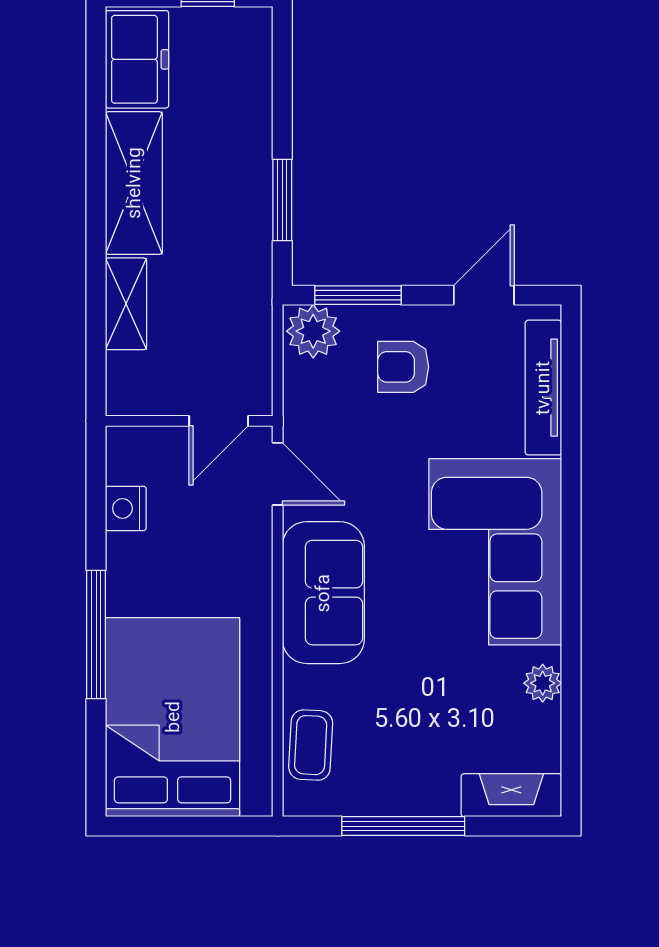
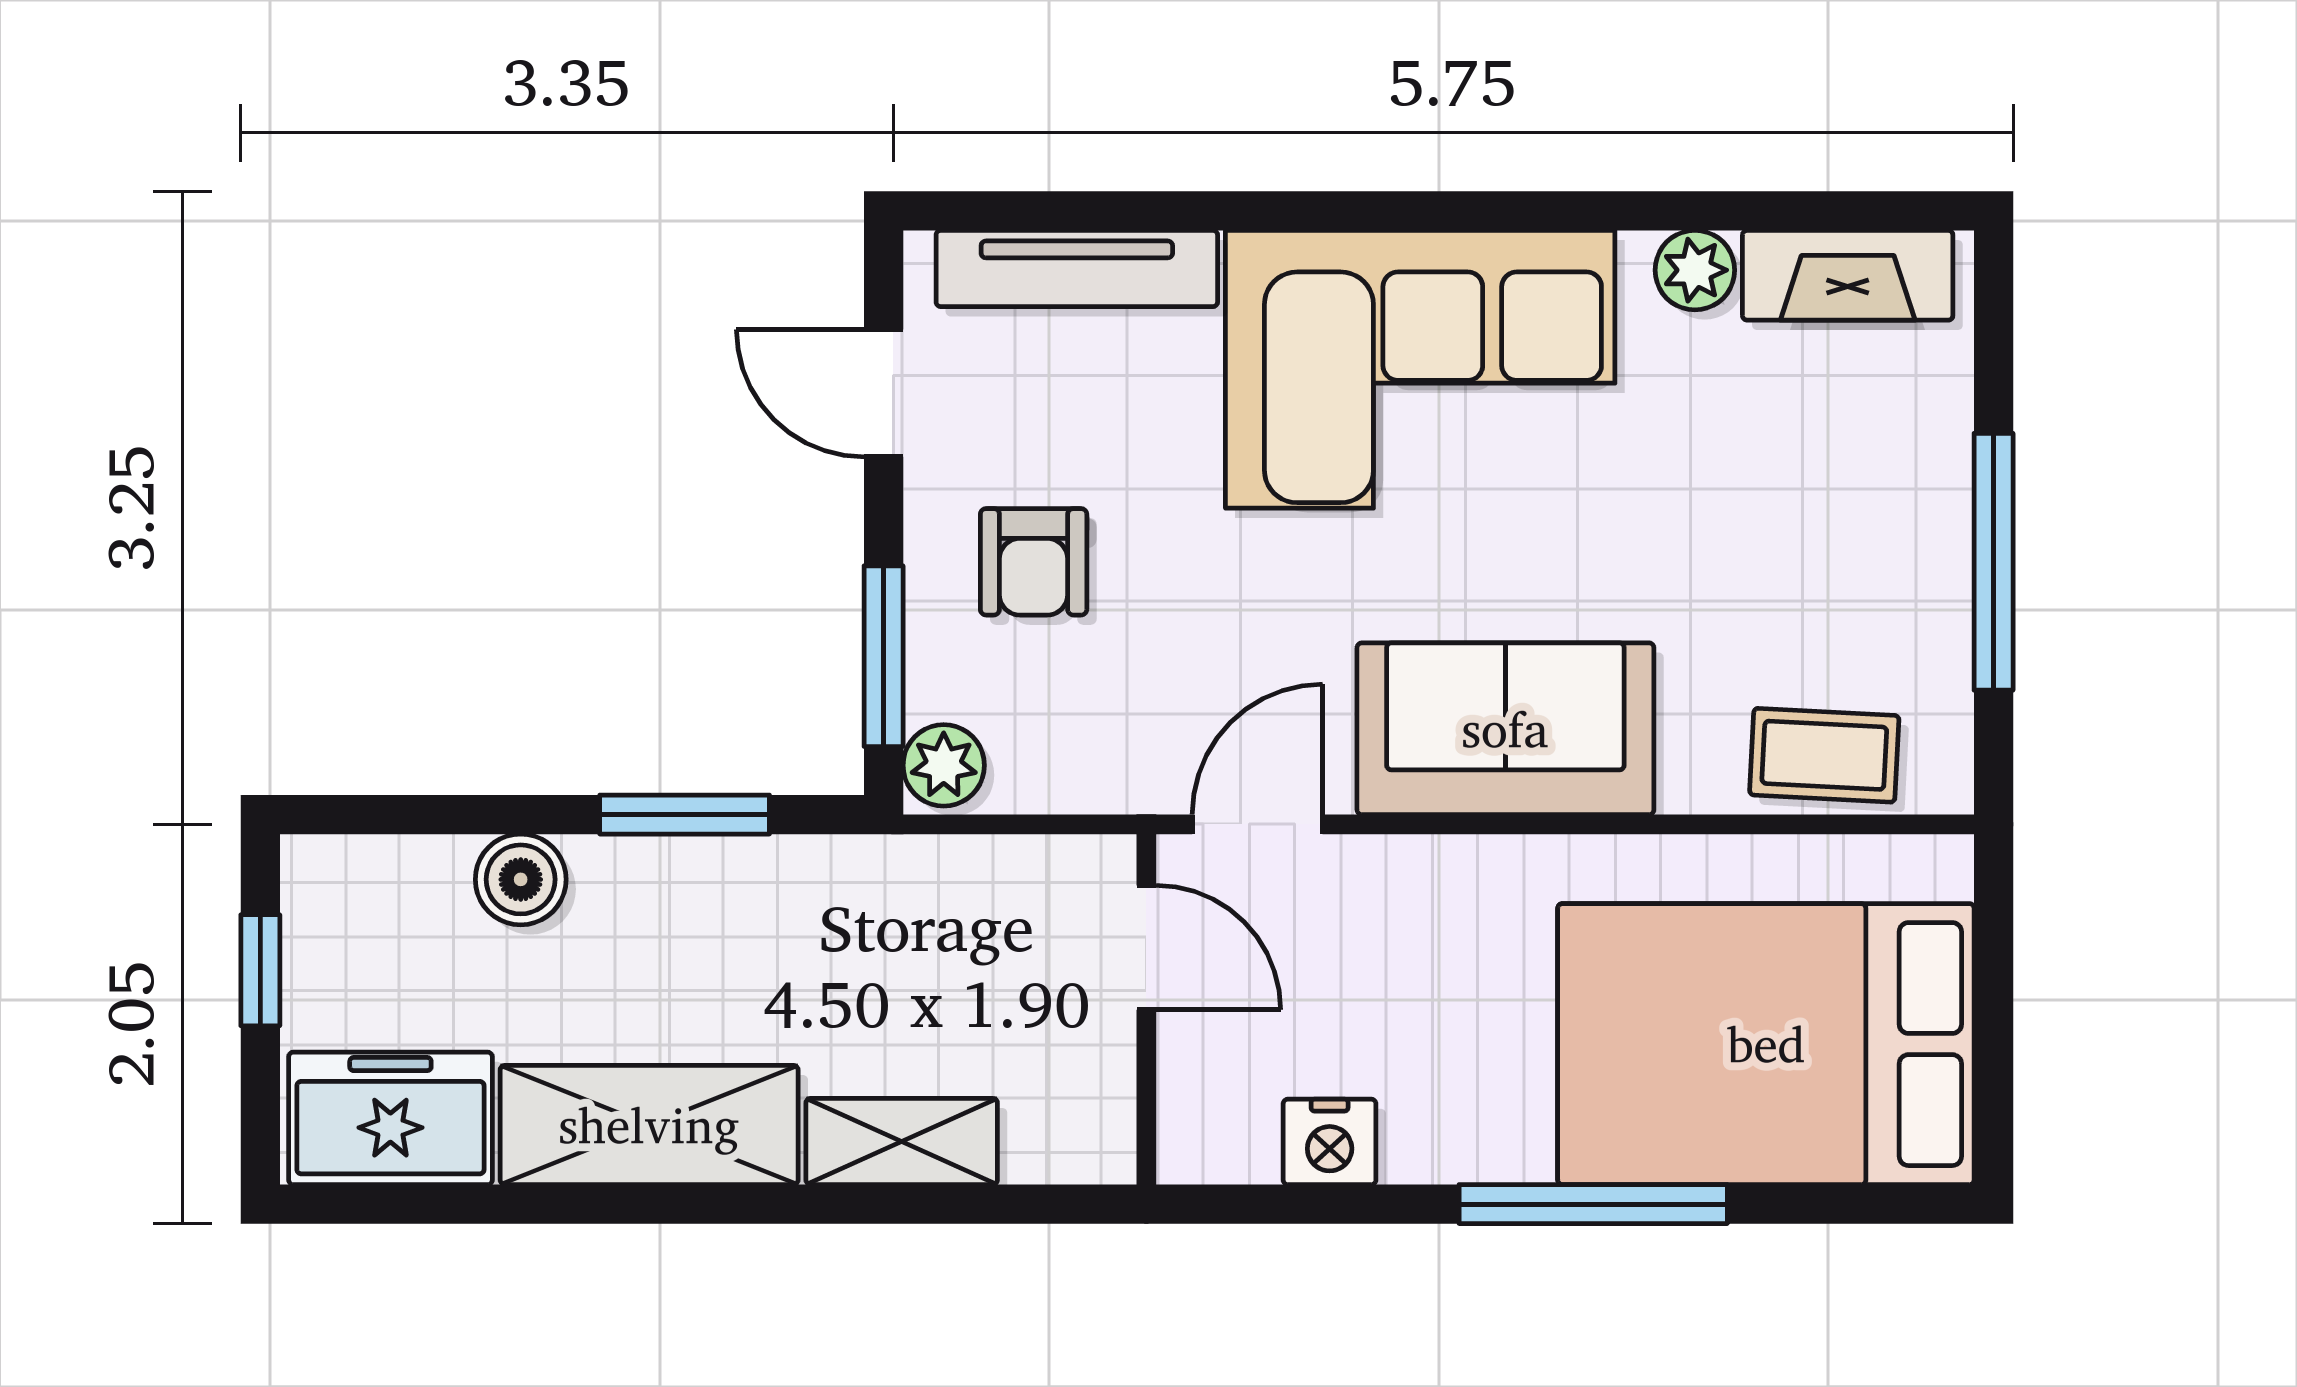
boiler: (251, 122) -> (521, 879), added
plant: (313, 331) -> (944, 765), width x0.73, depth x0.73
fireplace: (511, 795) -> (1848, 275), moved, turned -90

